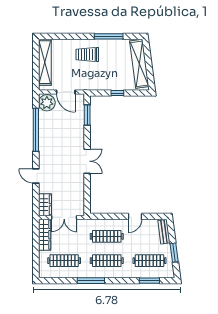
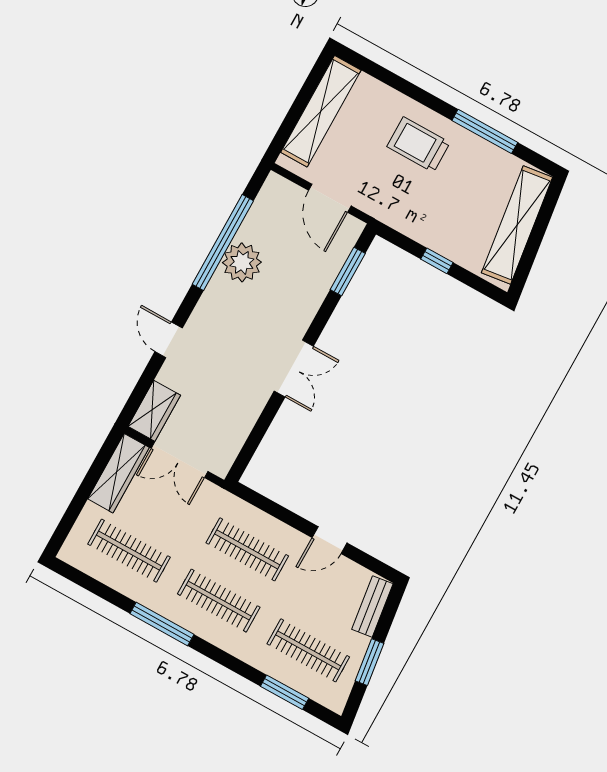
plant: (47, 103) -> (242, 262), moved

